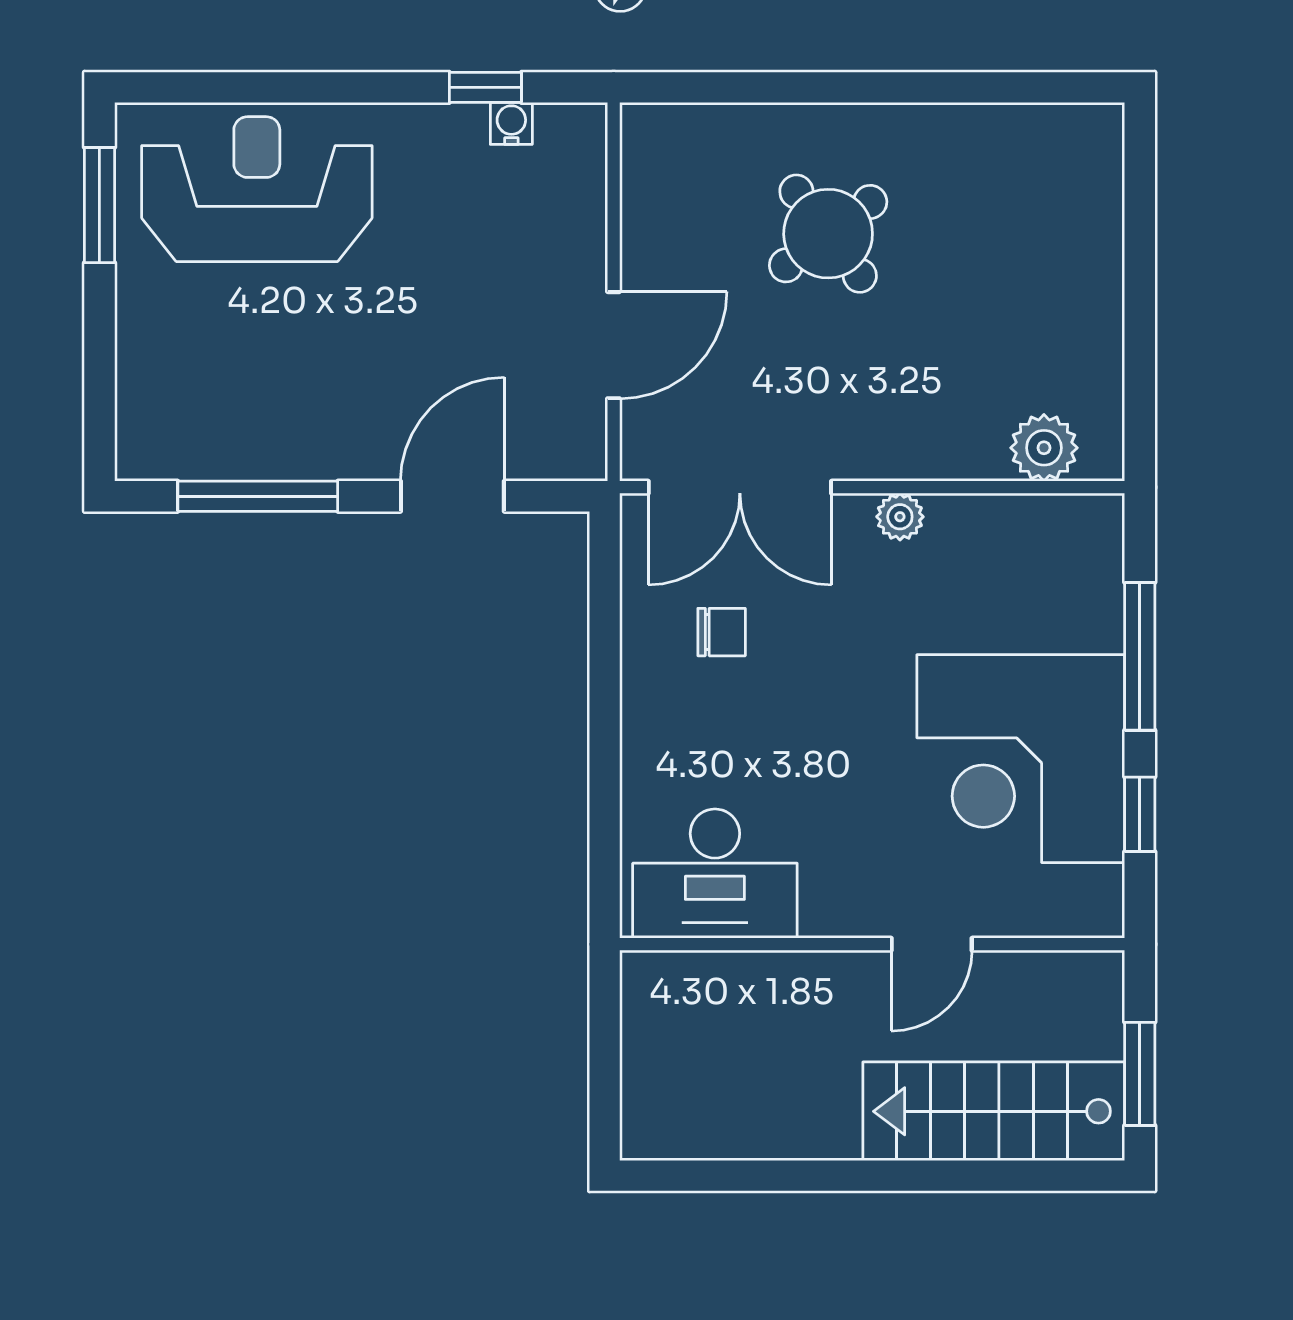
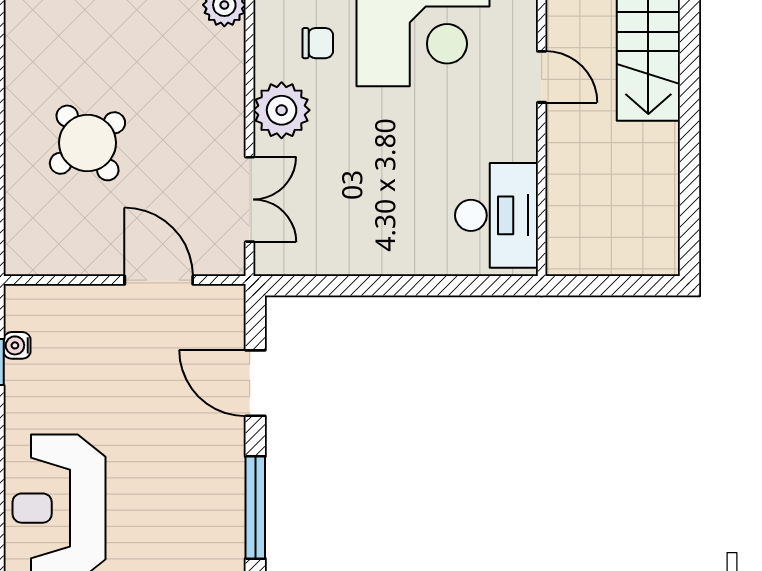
double door: (740, 487) -> (250, 199), width x0.73
plant: (900, 517) -> (282, 110), width x1.87, depth x1.87
chair: (722, 632) -> (318, 43), moved, turned 90

